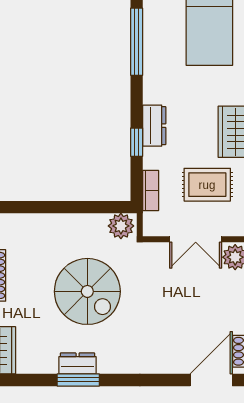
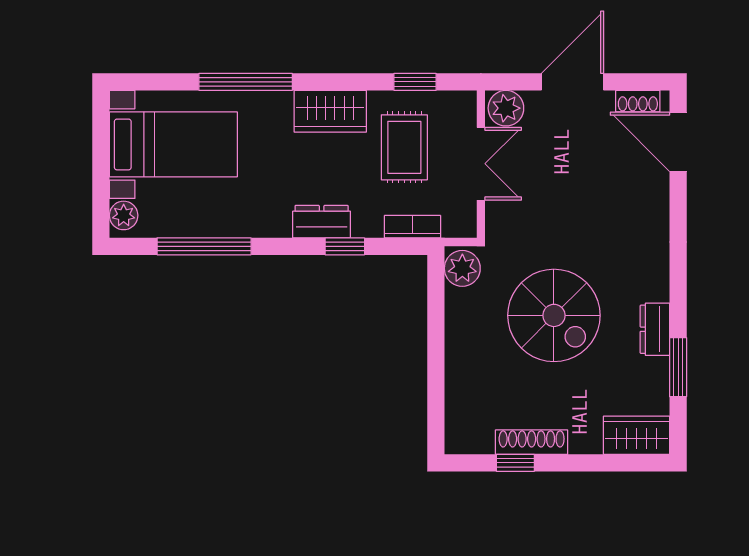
spiral stairs: (87, 291) -> (554, 315), turned 90
window: (78, 380) -> (678, 367), moved

